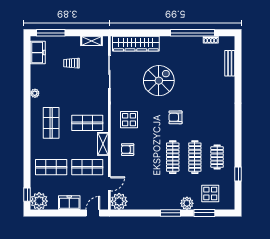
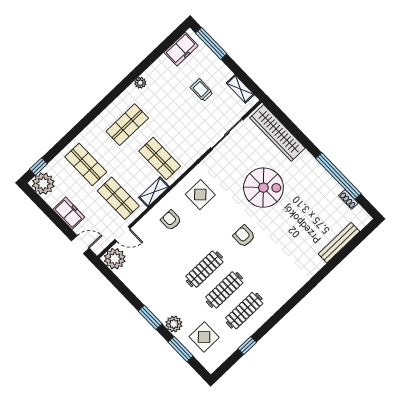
bench: (230, 63) -> (339, 243), width x1.36
clothes rail: (217, 157) -> (244, 311), width x1.36

